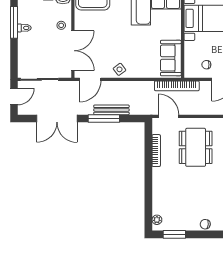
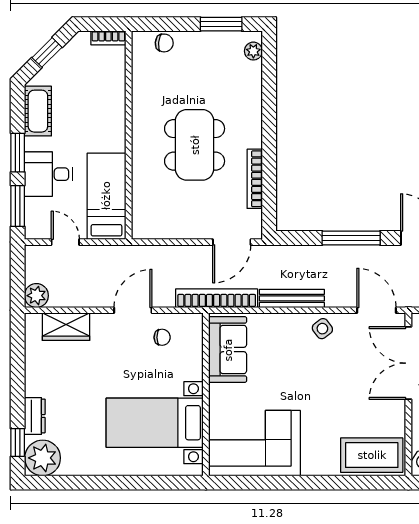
door: (90, 79) -> (376, 310), hinge flipped
bench: (111, 110) -> (292, 298), moved
door: (169, 116) -> (232, 242), hinge flipped
dining table: (196, 147) -> (195, 145), moved

